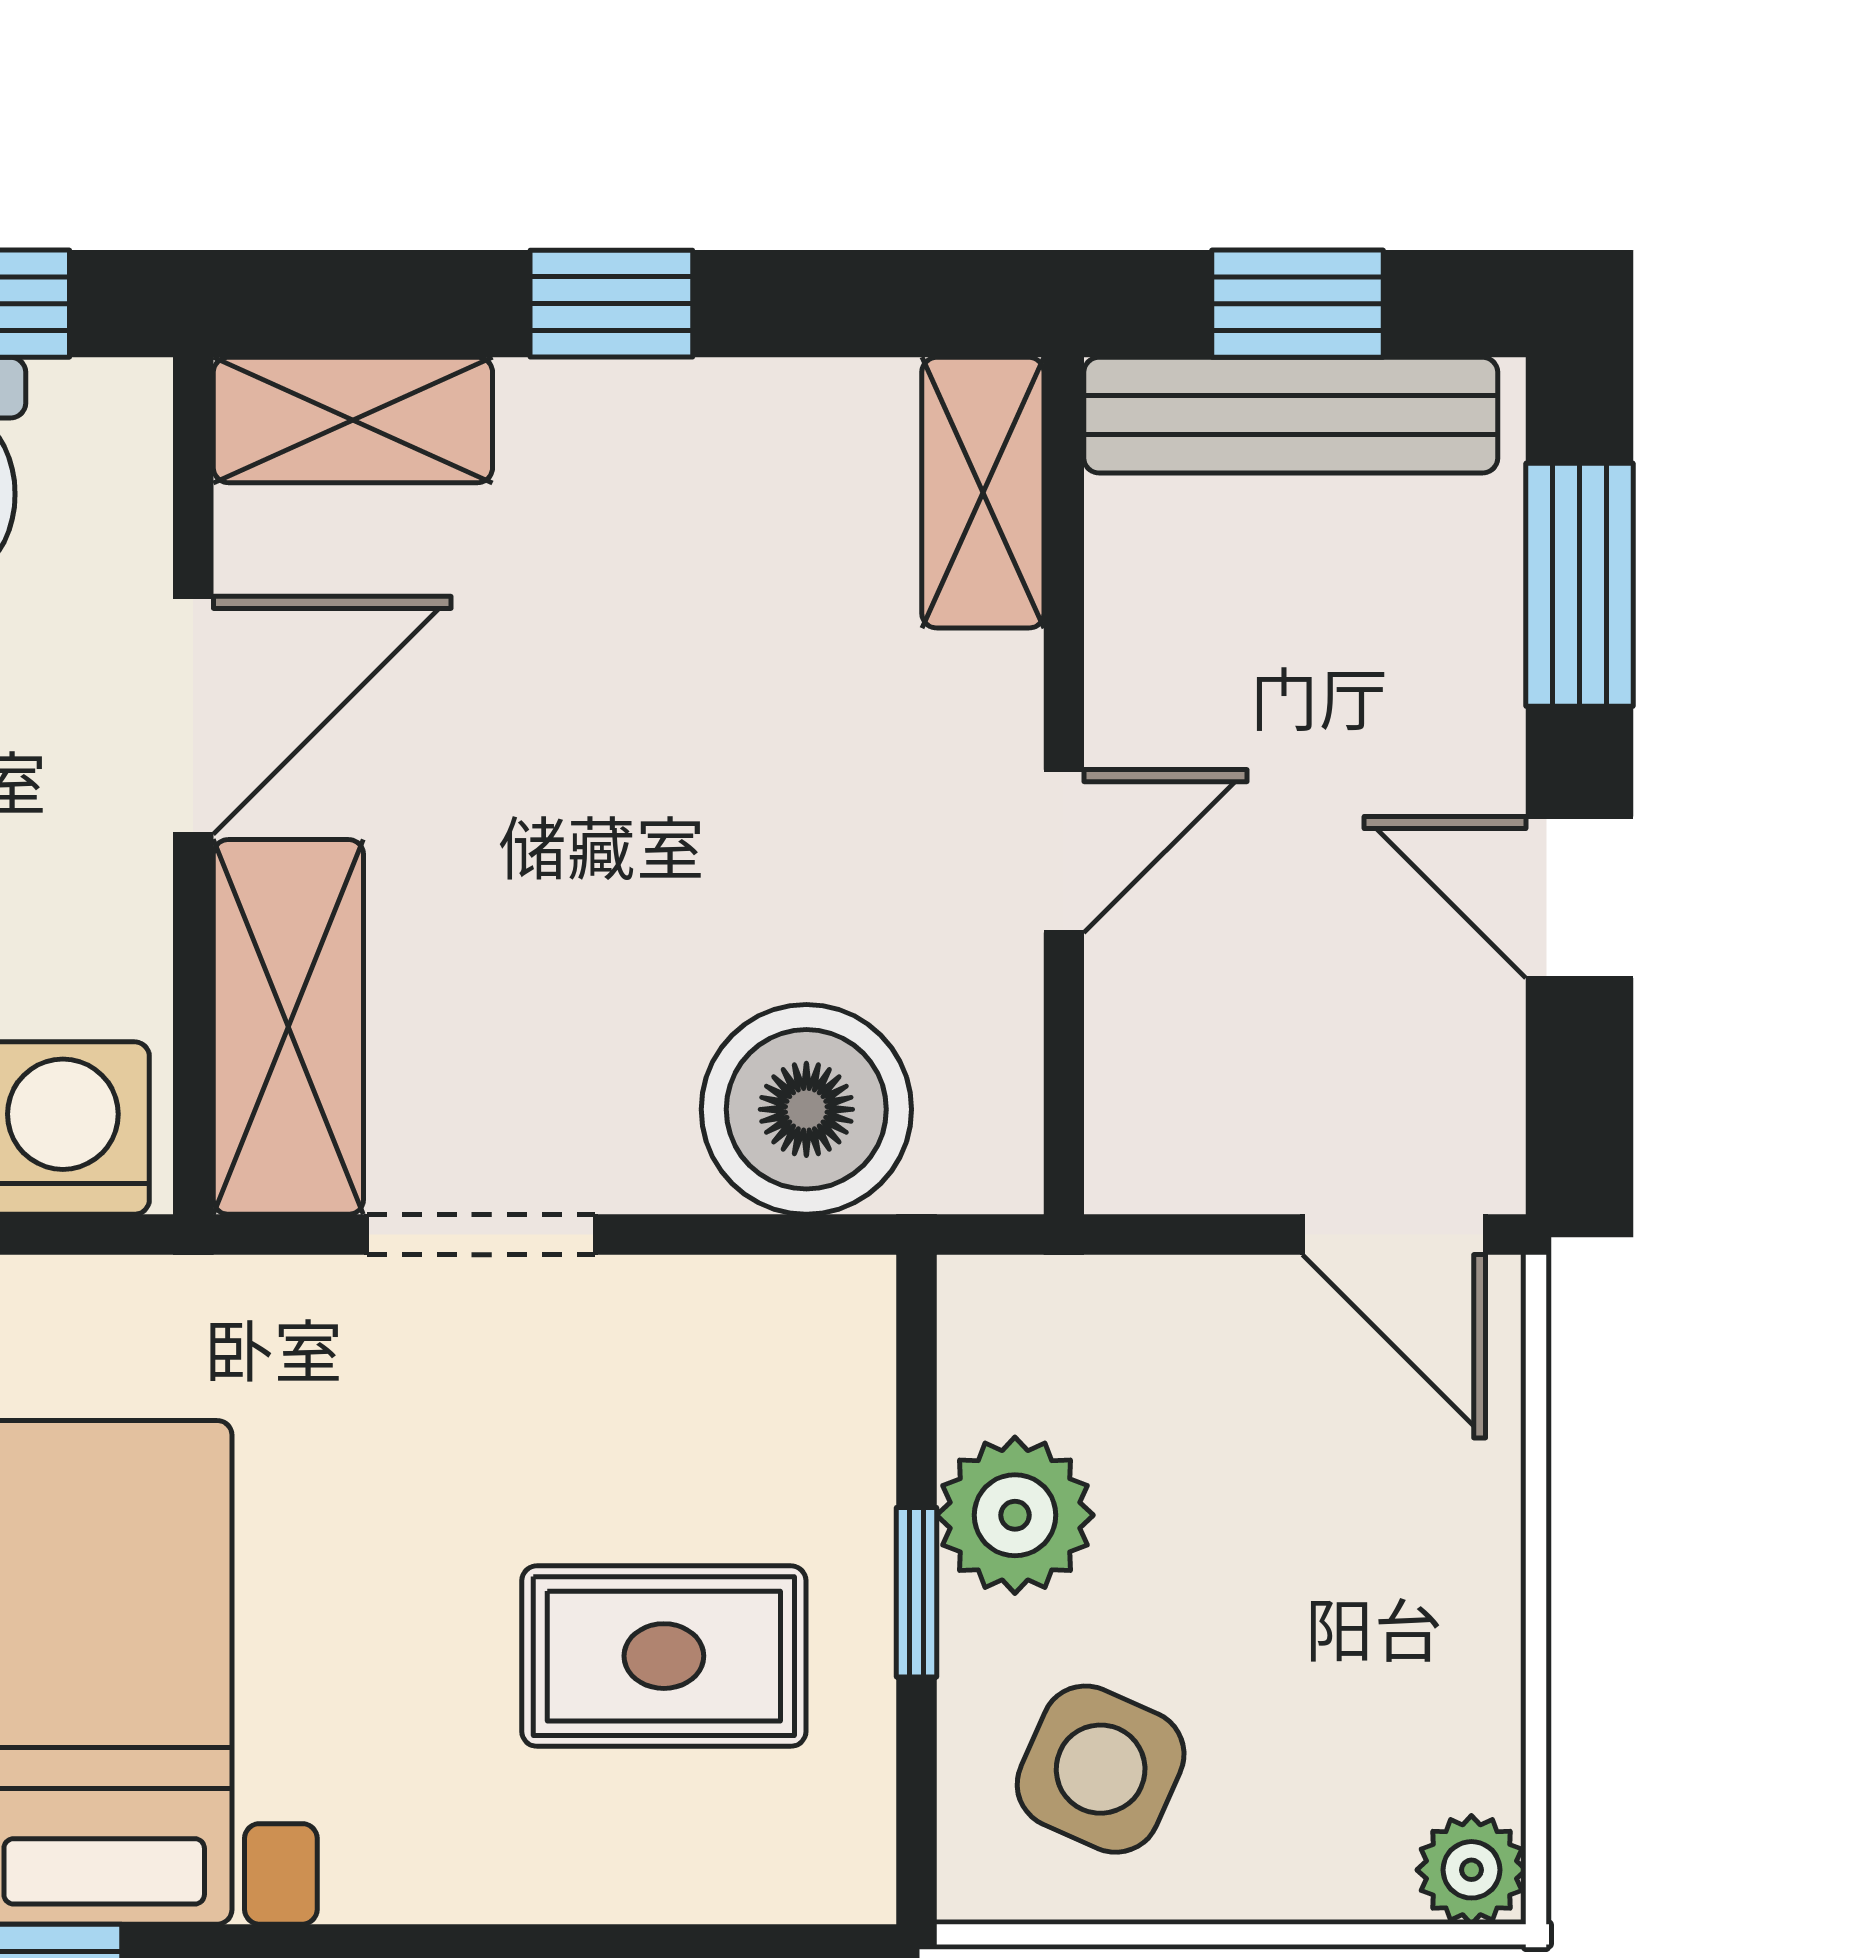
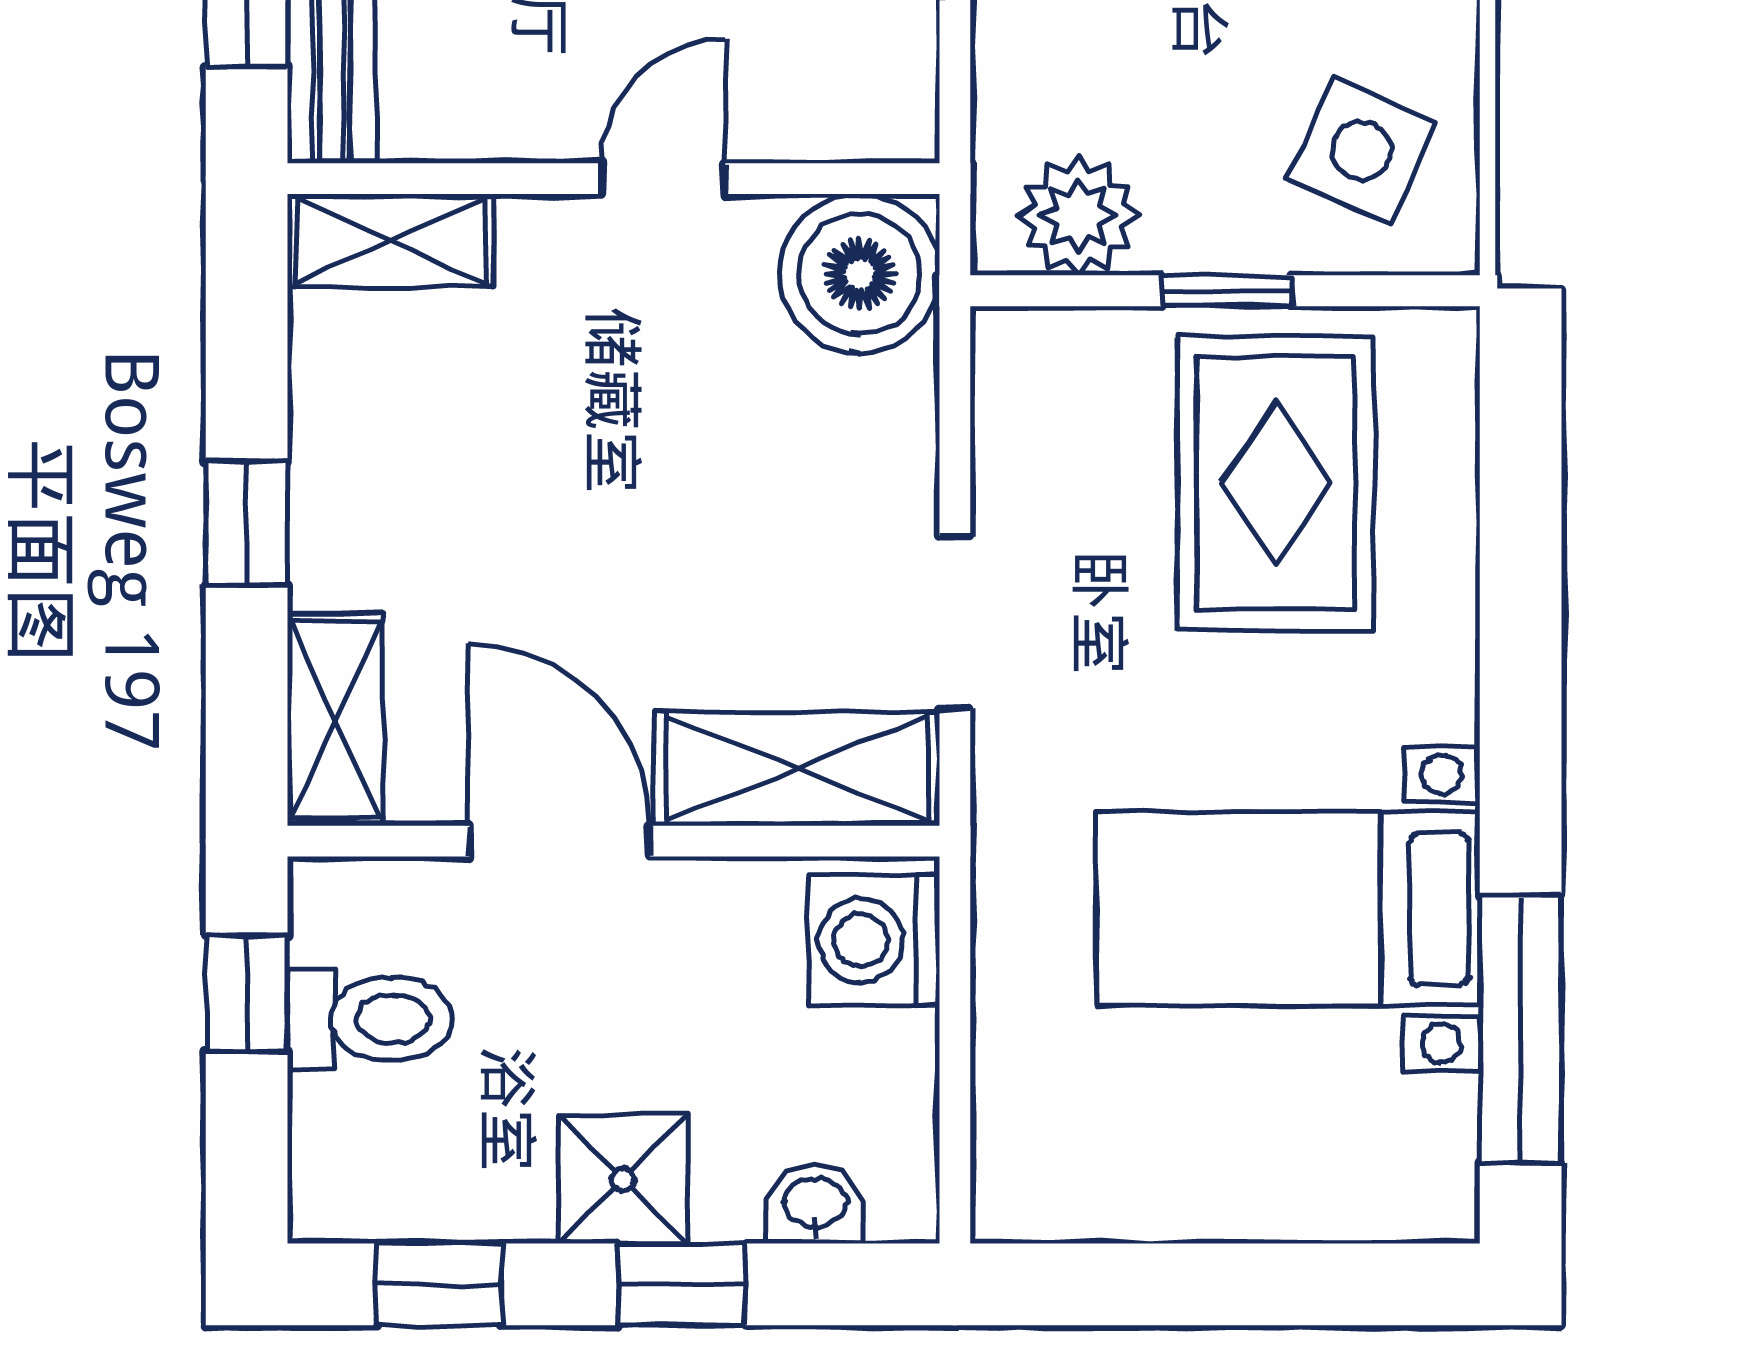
door: (1064, 851) -> (663, 179), hinge flipped
boiler: (806, 1109) -> (860, 274), moved
plant: (1015, 1515) -> (1078, 216), moved
rug: (664, 1656) -> (1276, 483), width x1.36, depth x1.43

